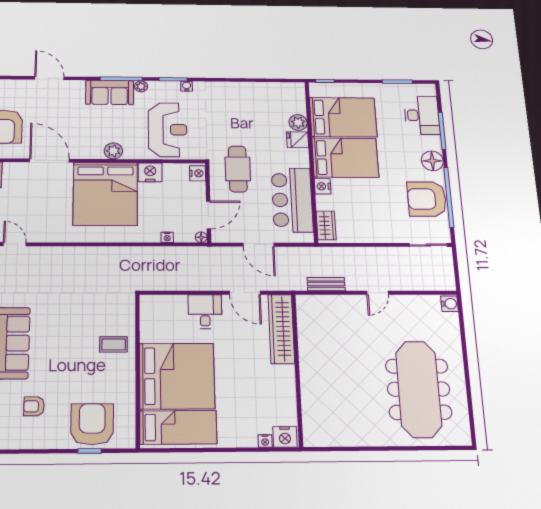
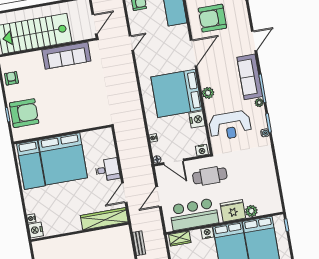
sofa: (110, 92) -> (250, 77), width x1.36
fridge: (297, 140) -> (233, 211), width x1.88, depth x1.34
coffee table: (114, 344) -> (76, 117), removed
armchair: (34, 406) -> (11, 78), moved

